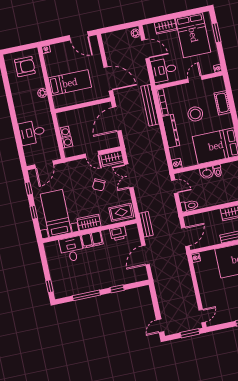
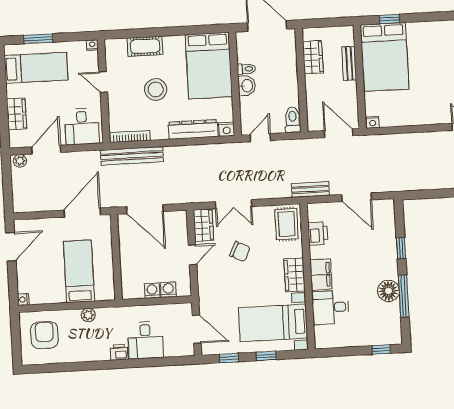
bed: (193, 35) -> (36, 68), width x0.67
printer: (21, 117) -> (119, 352), added
dresser: (171, 131) -> (193, 129), moved
floor lamp: (88, 285) -> (388, 291), added

